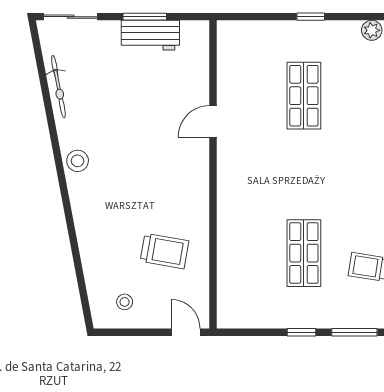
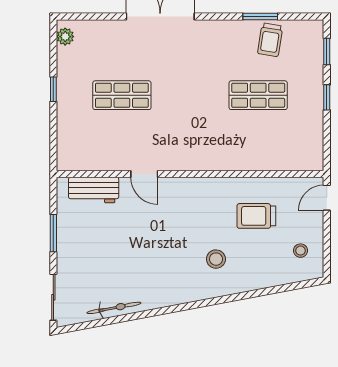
workbench: (150, 35) -> (94, 190), moved, turned 90
stool: (78, 161) -> (216, 259), moved
trolley: (165, 251) -> (256, 216), turned -100
window: (354, 332) -> (327, 52), width x0.67

